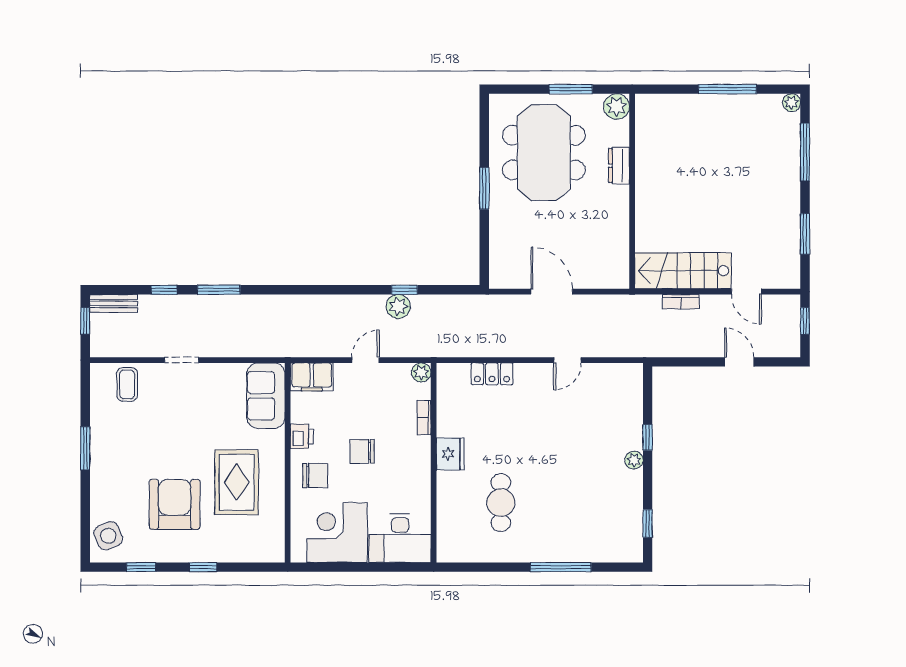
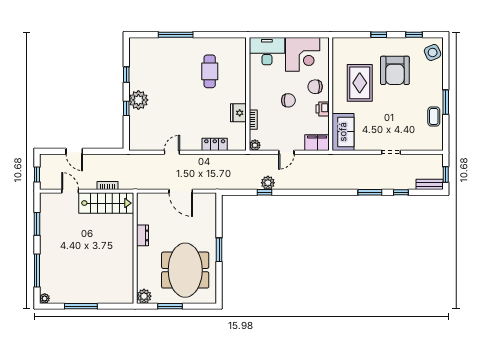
dresser: (619, 166) -> (143, 235), moved
coffee table: (127, 384) -> (434, 116), moved
fridge: (450, 454) -> (238, 113), moved
plant: (634, 460) -> (138, 100), width x1.88, depth x1.88
window: (648, 524) -> (126, 75), moved

